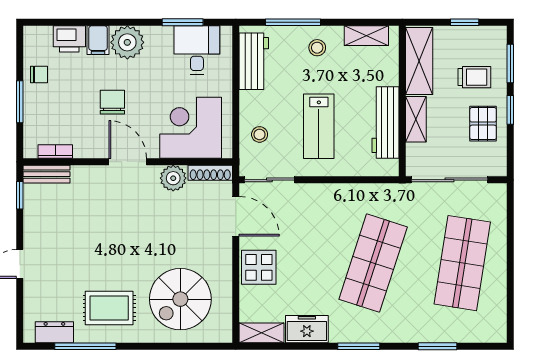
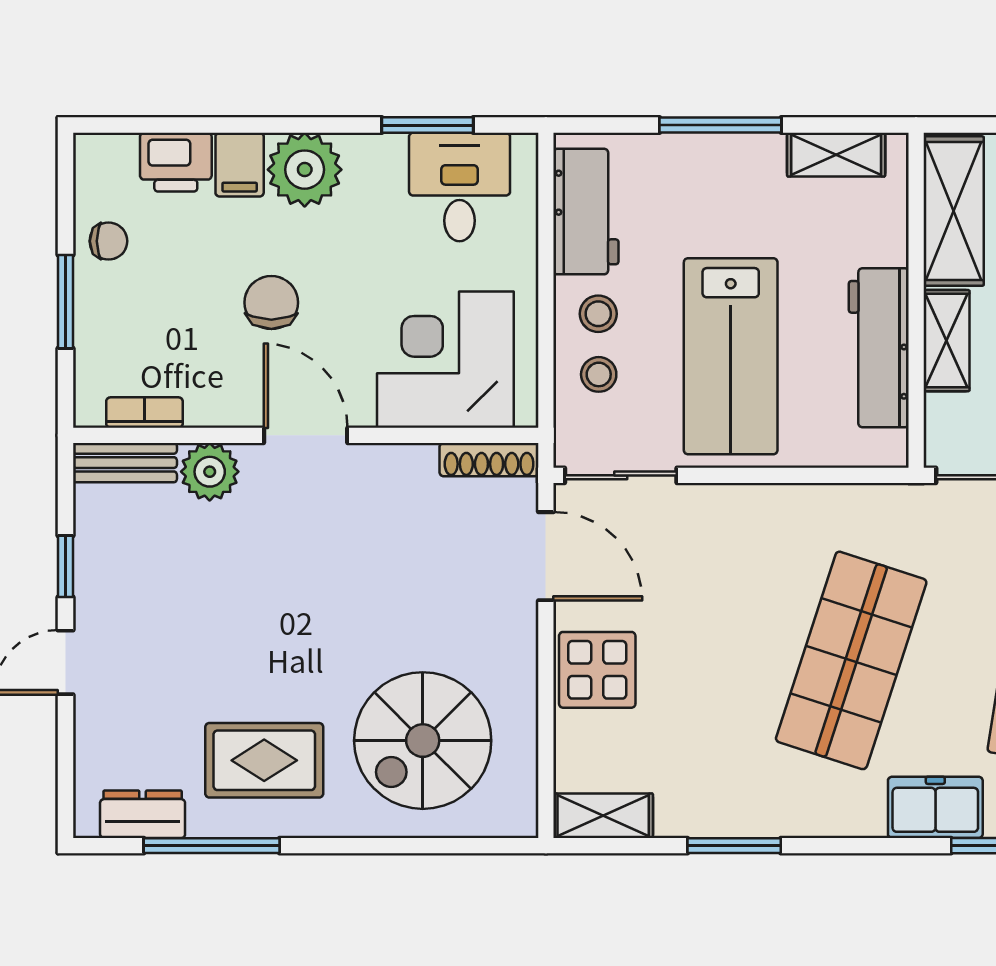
window: (293, 22) -> (720, 125), moved
stool: (317, 48) -> (598, 314), moved
lab bench: (319, 126) -> (731, 356), width x1.36, depth x1.39
plant: (173, 178) -> (210, 472), moved
window: (20, 195) -> (66, 566), moved
freezer: (307, 329) -> (935, 807), moved
window: (359, 346) -> (734, 846), moved

